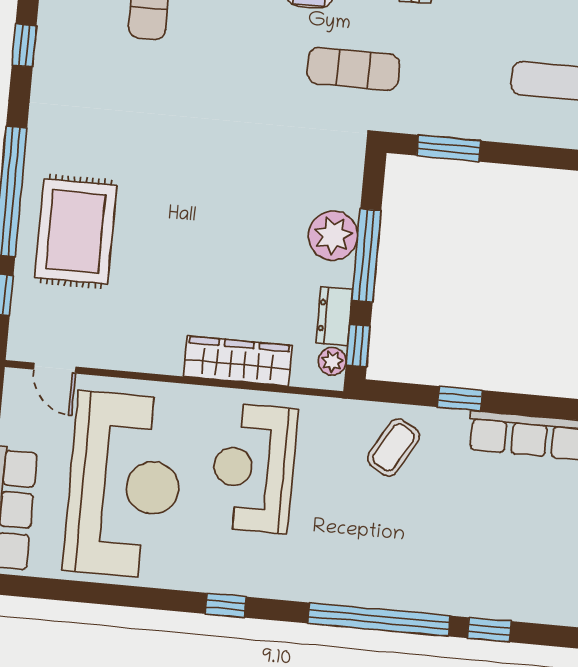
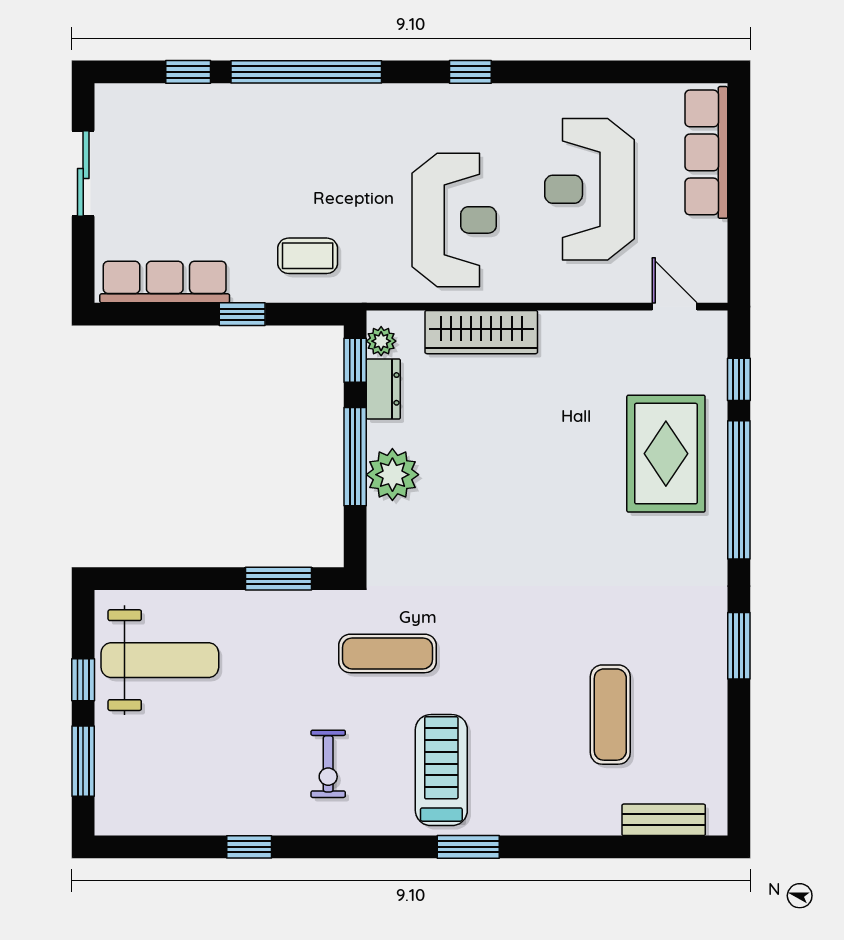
window: (24, 46) -> (739, 646), width x1.50
coffee table: (393, 447) -> (308, 256), turned 60
reception desk: (124, 485) -> (589, 189), width x0.74, depth x0.77

